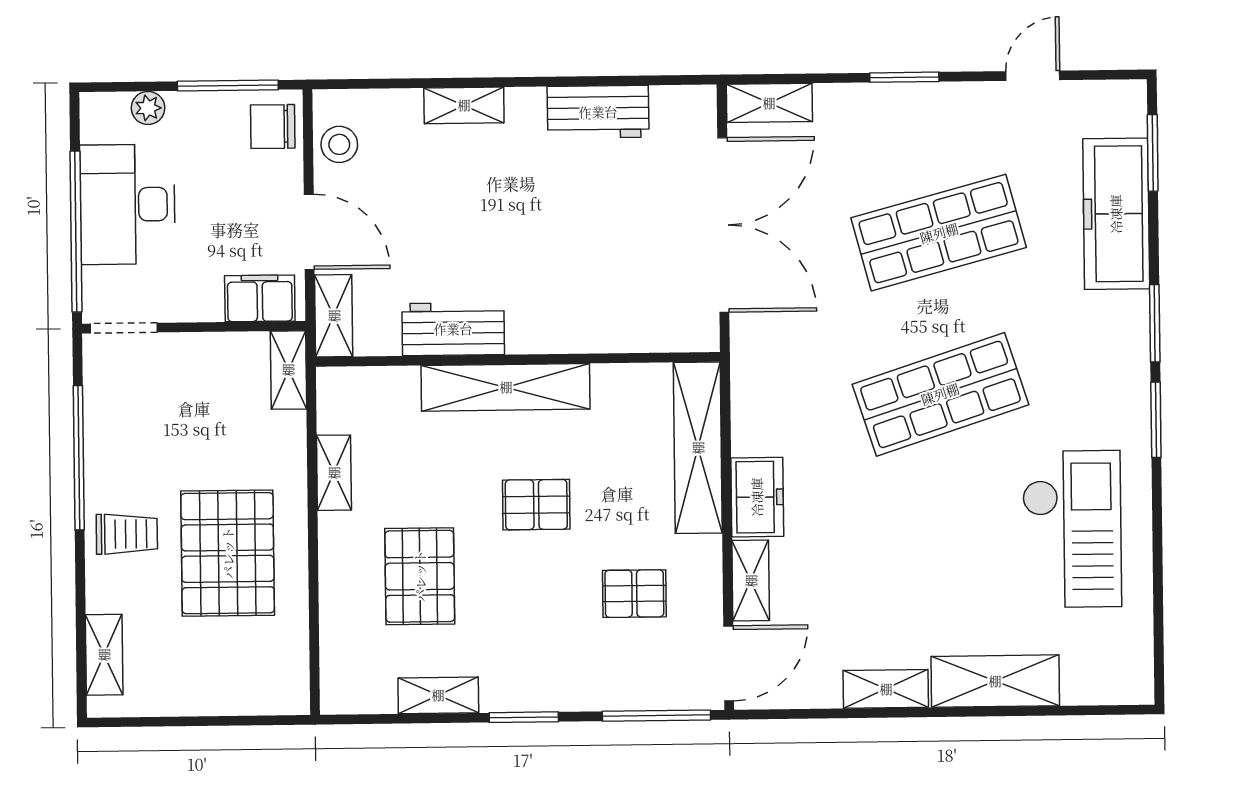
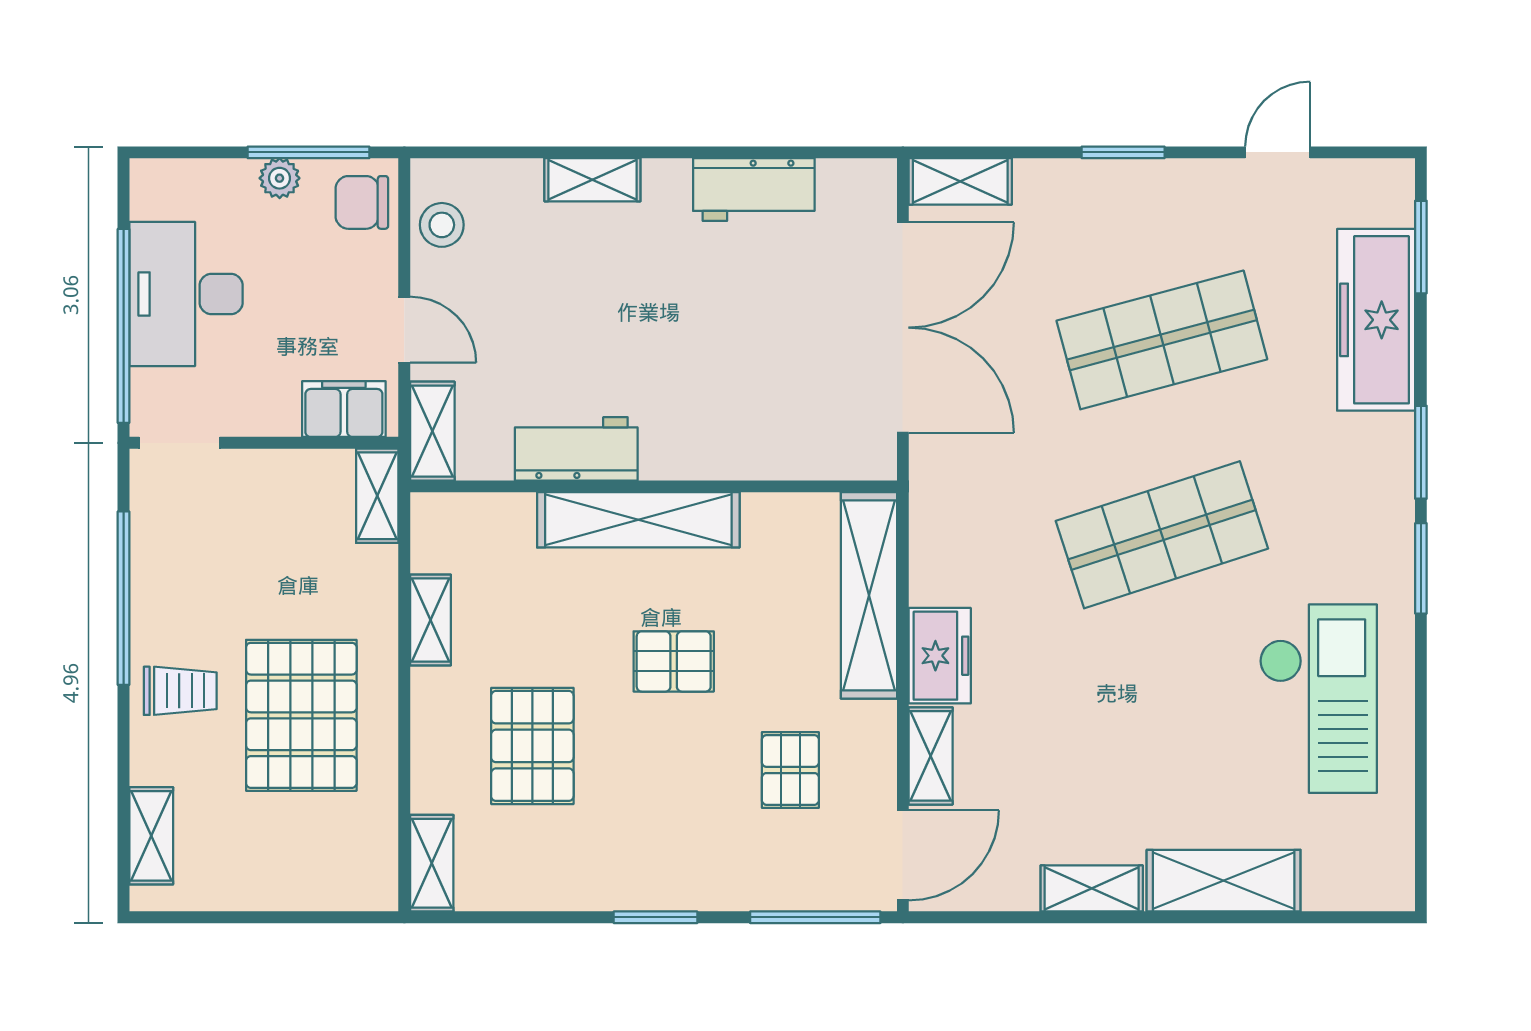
plant: (148, 108) -> (280, 178), moved
door: (309, 232) -> (404, 330), width x0.73
pallet: (634, 594) -> (790, 770), turned 90
shelving: (438, 695) -> (432, 863), moved, turned 90

